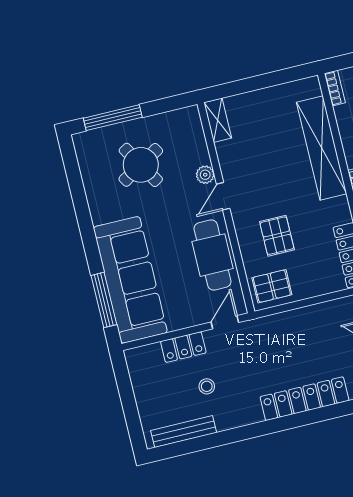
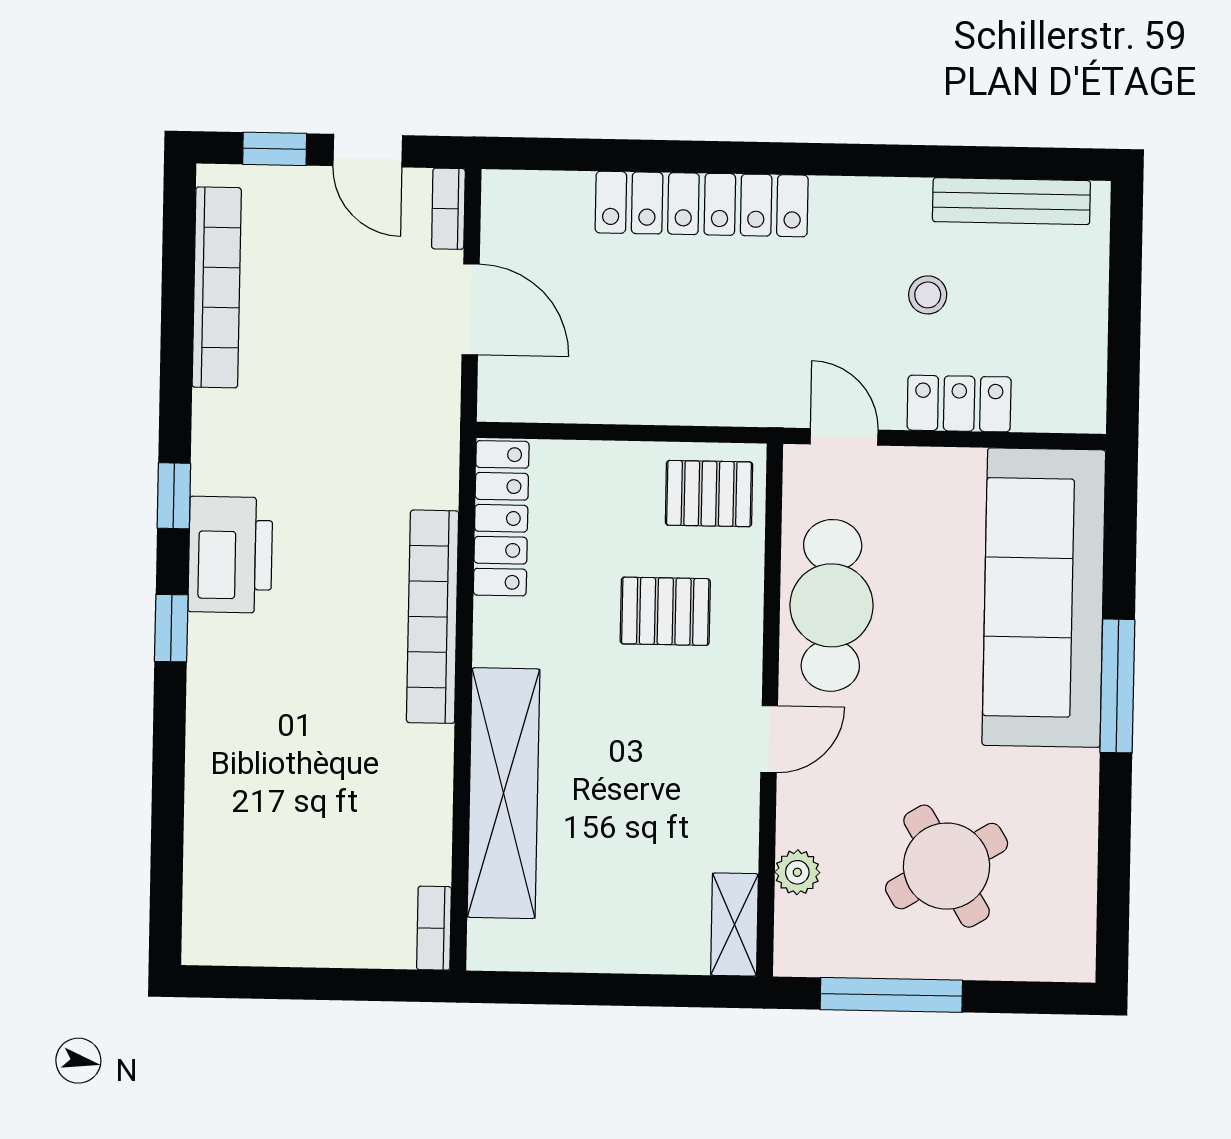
window: (113, 118) -> (891, 995), moved
plant: (205, 175) -> (797, 872), moved
pallet: (277, 236) -> (665, 611), turned 90
window: (104, 300) -> (1117, 686), moved
door: (225, 322) -> (844, 437), swing flipped

